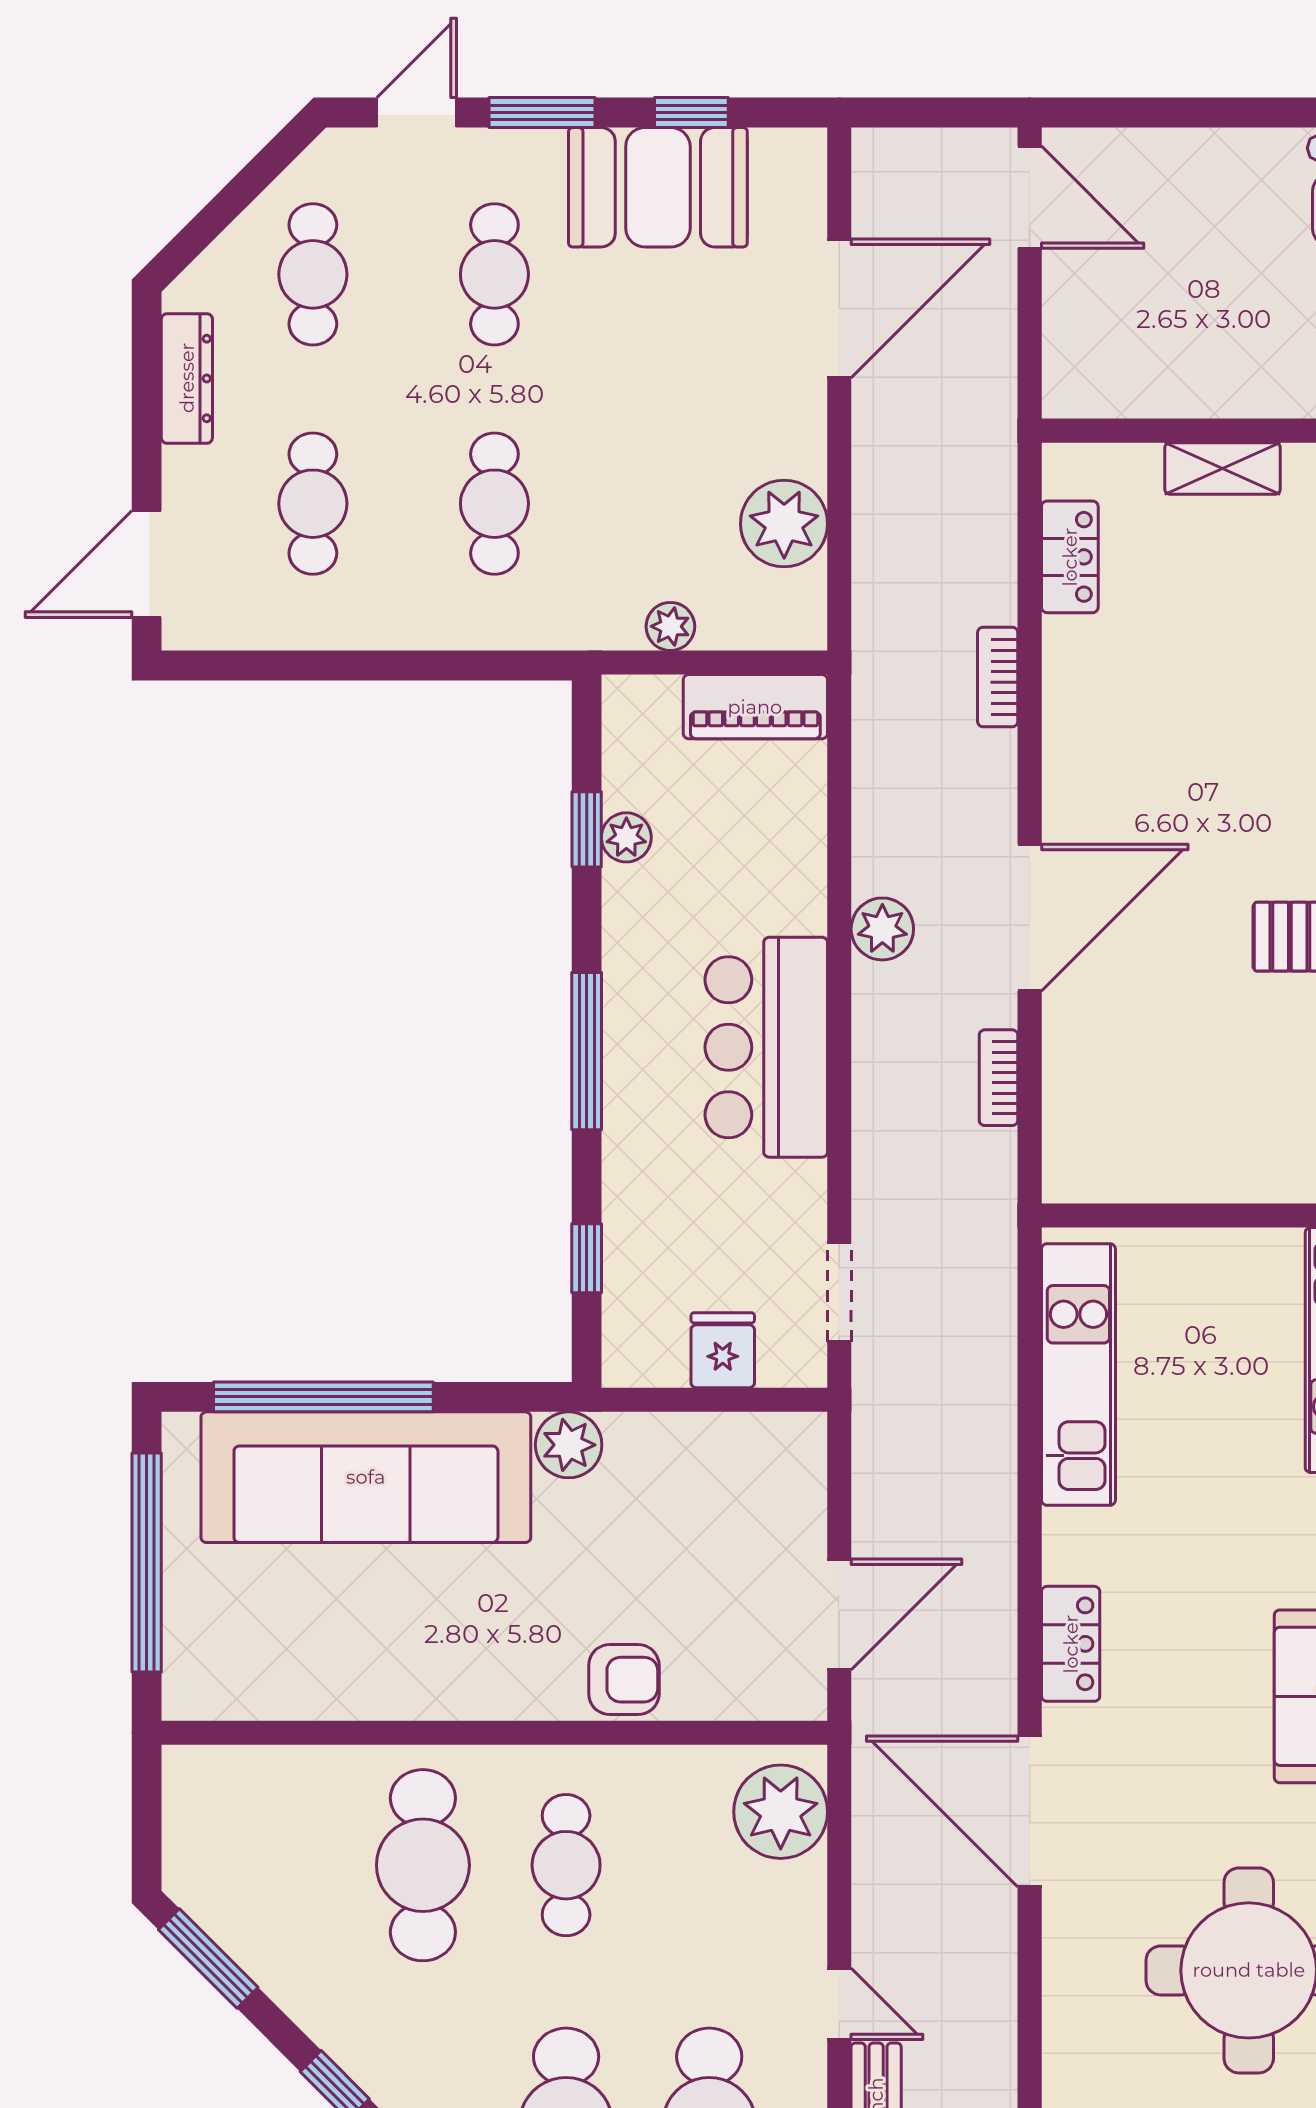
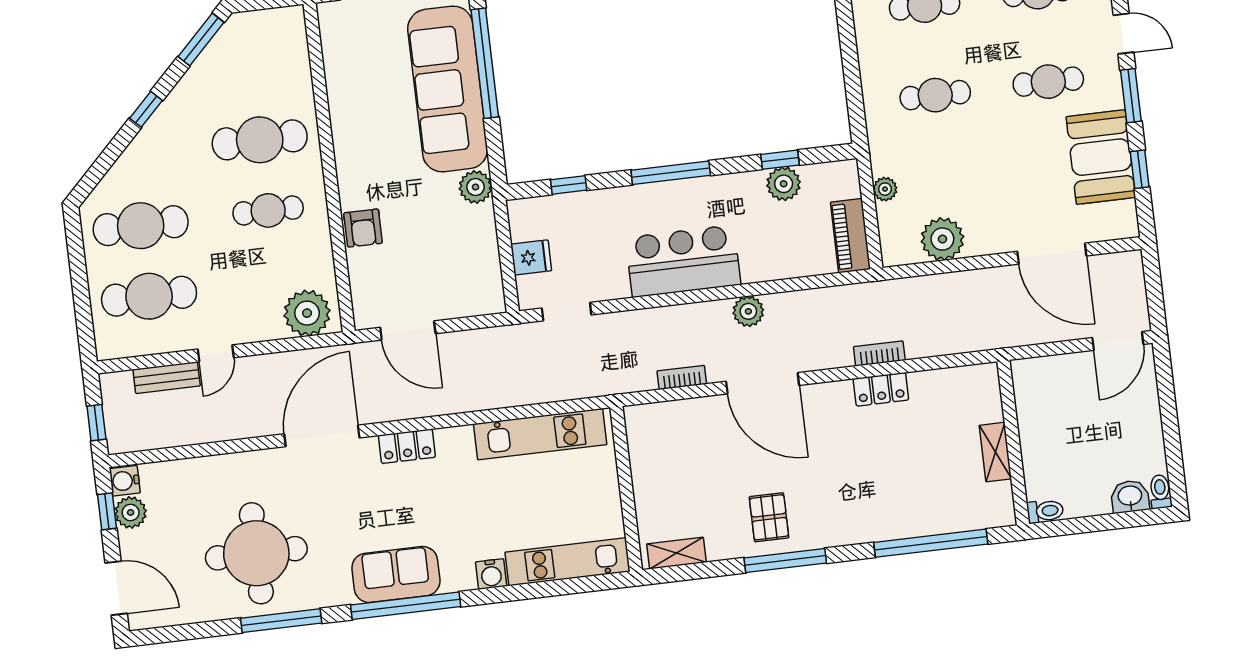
locker: (1070, 557) -> (881, 389), moved
plant: (626, 837) -> (784, 184), width x1.38, depth x1.38

